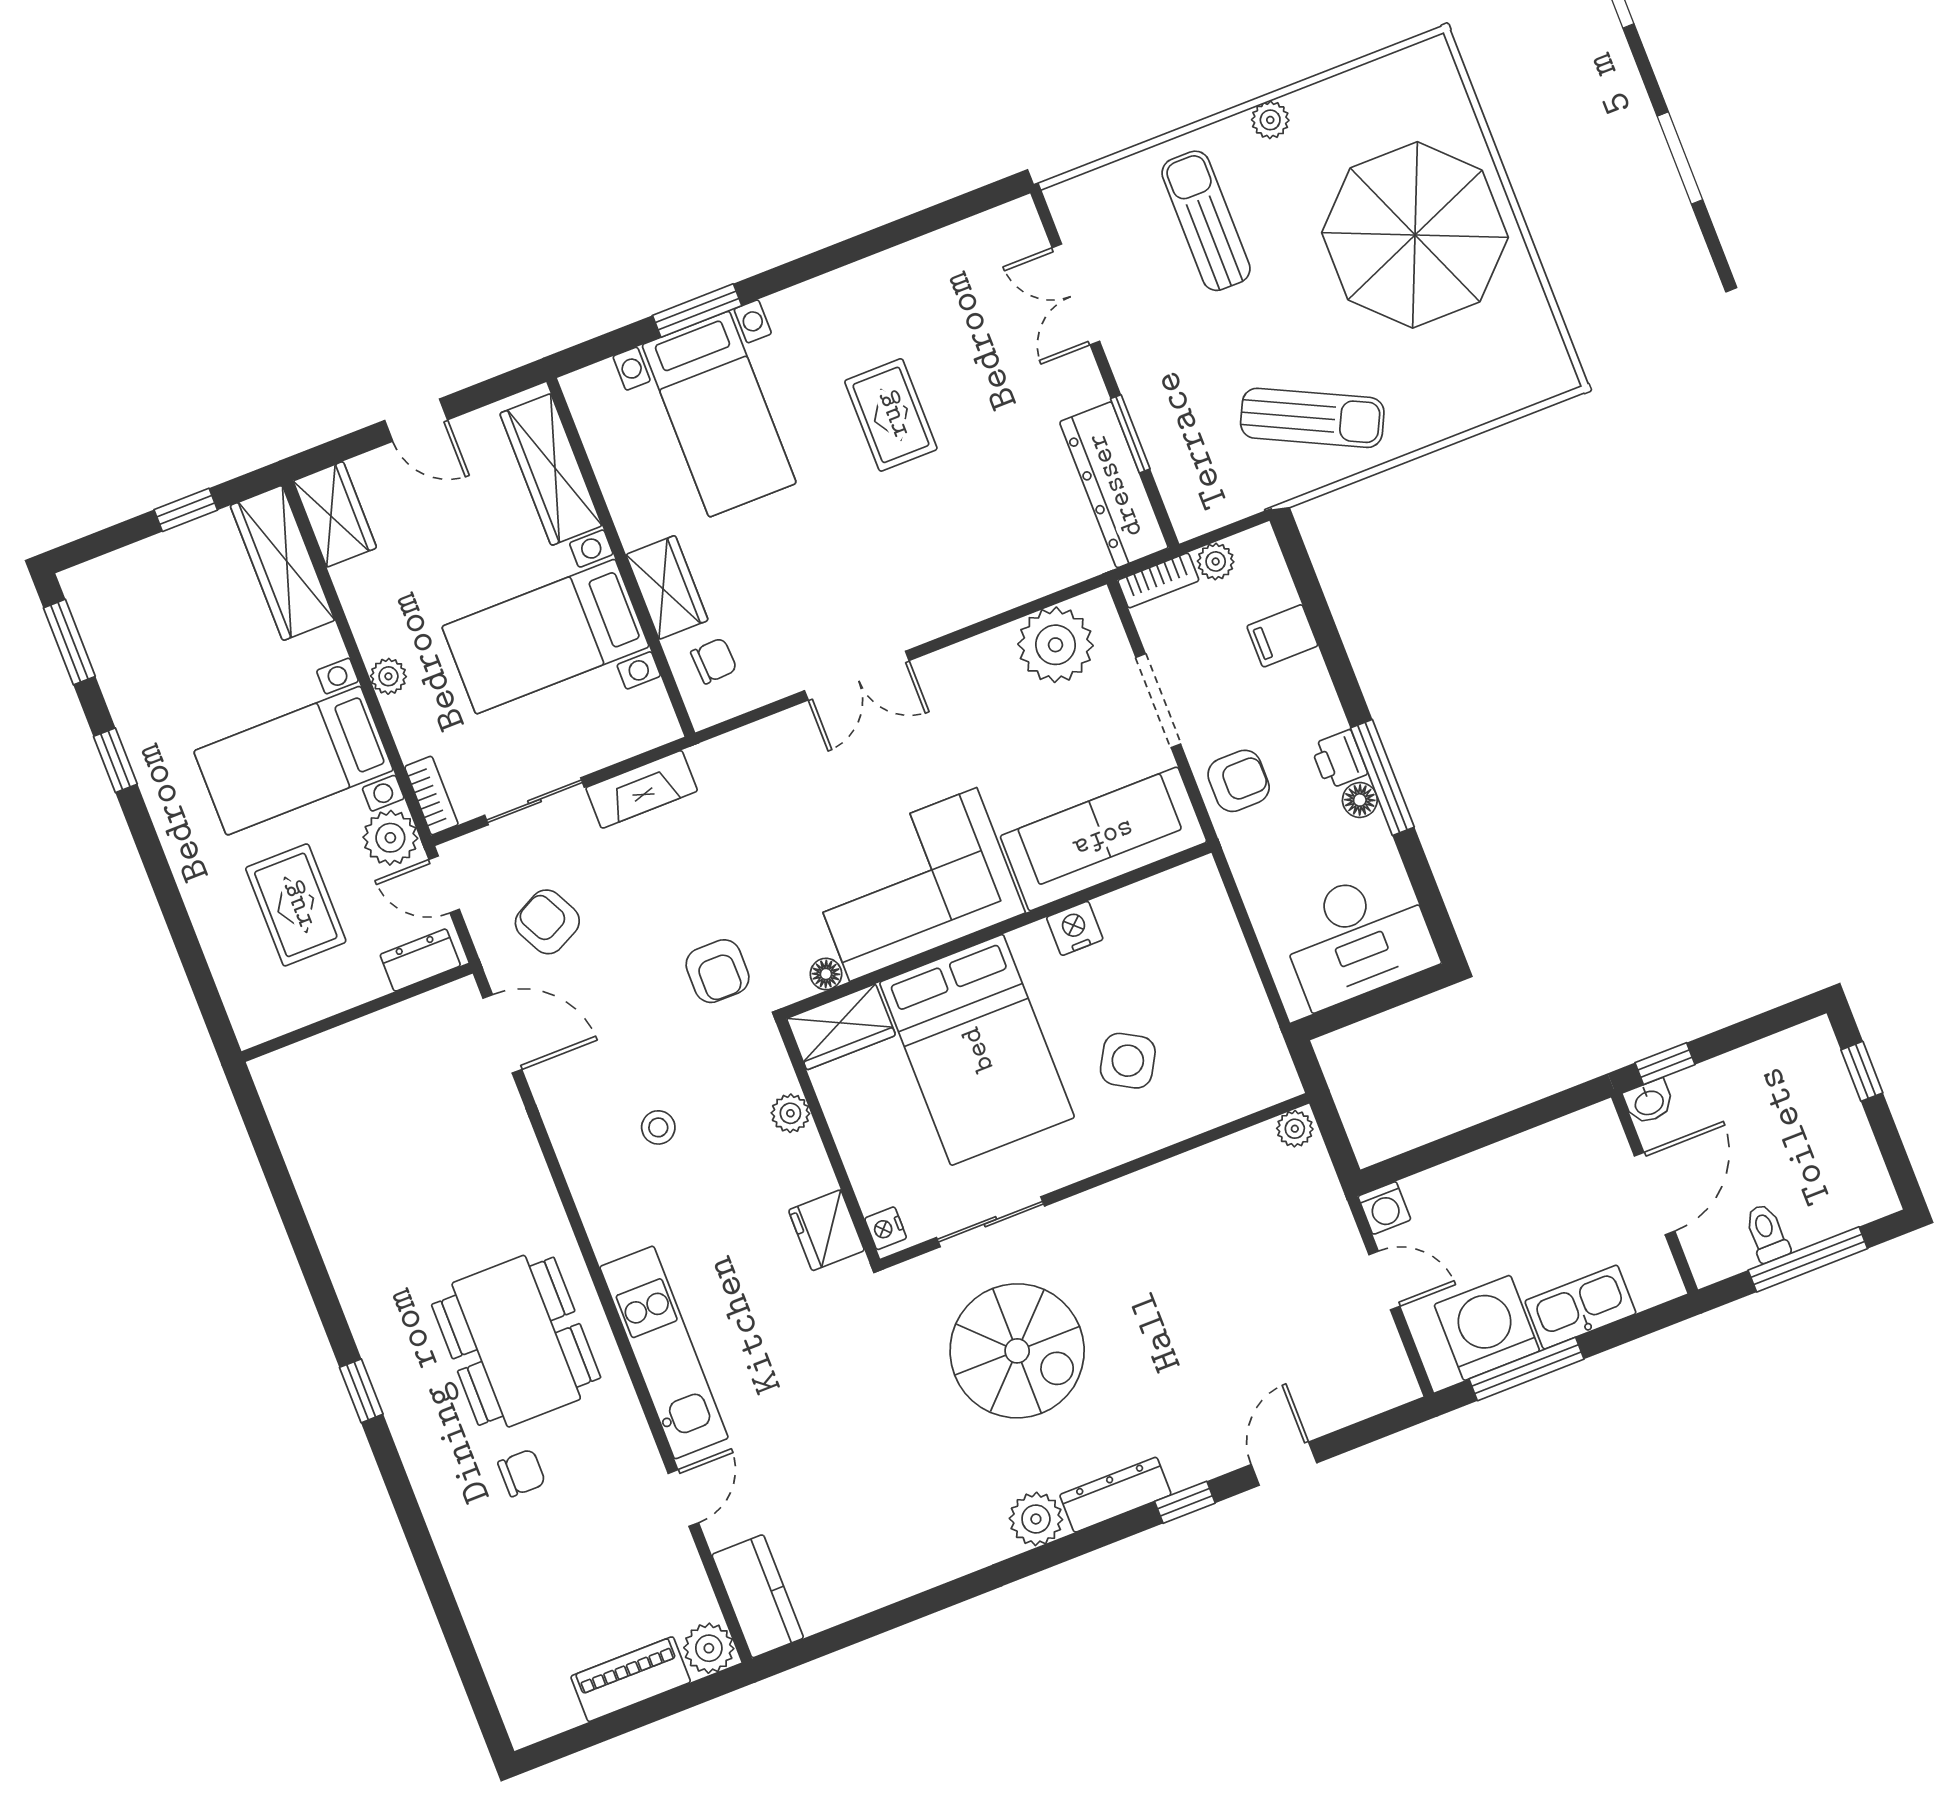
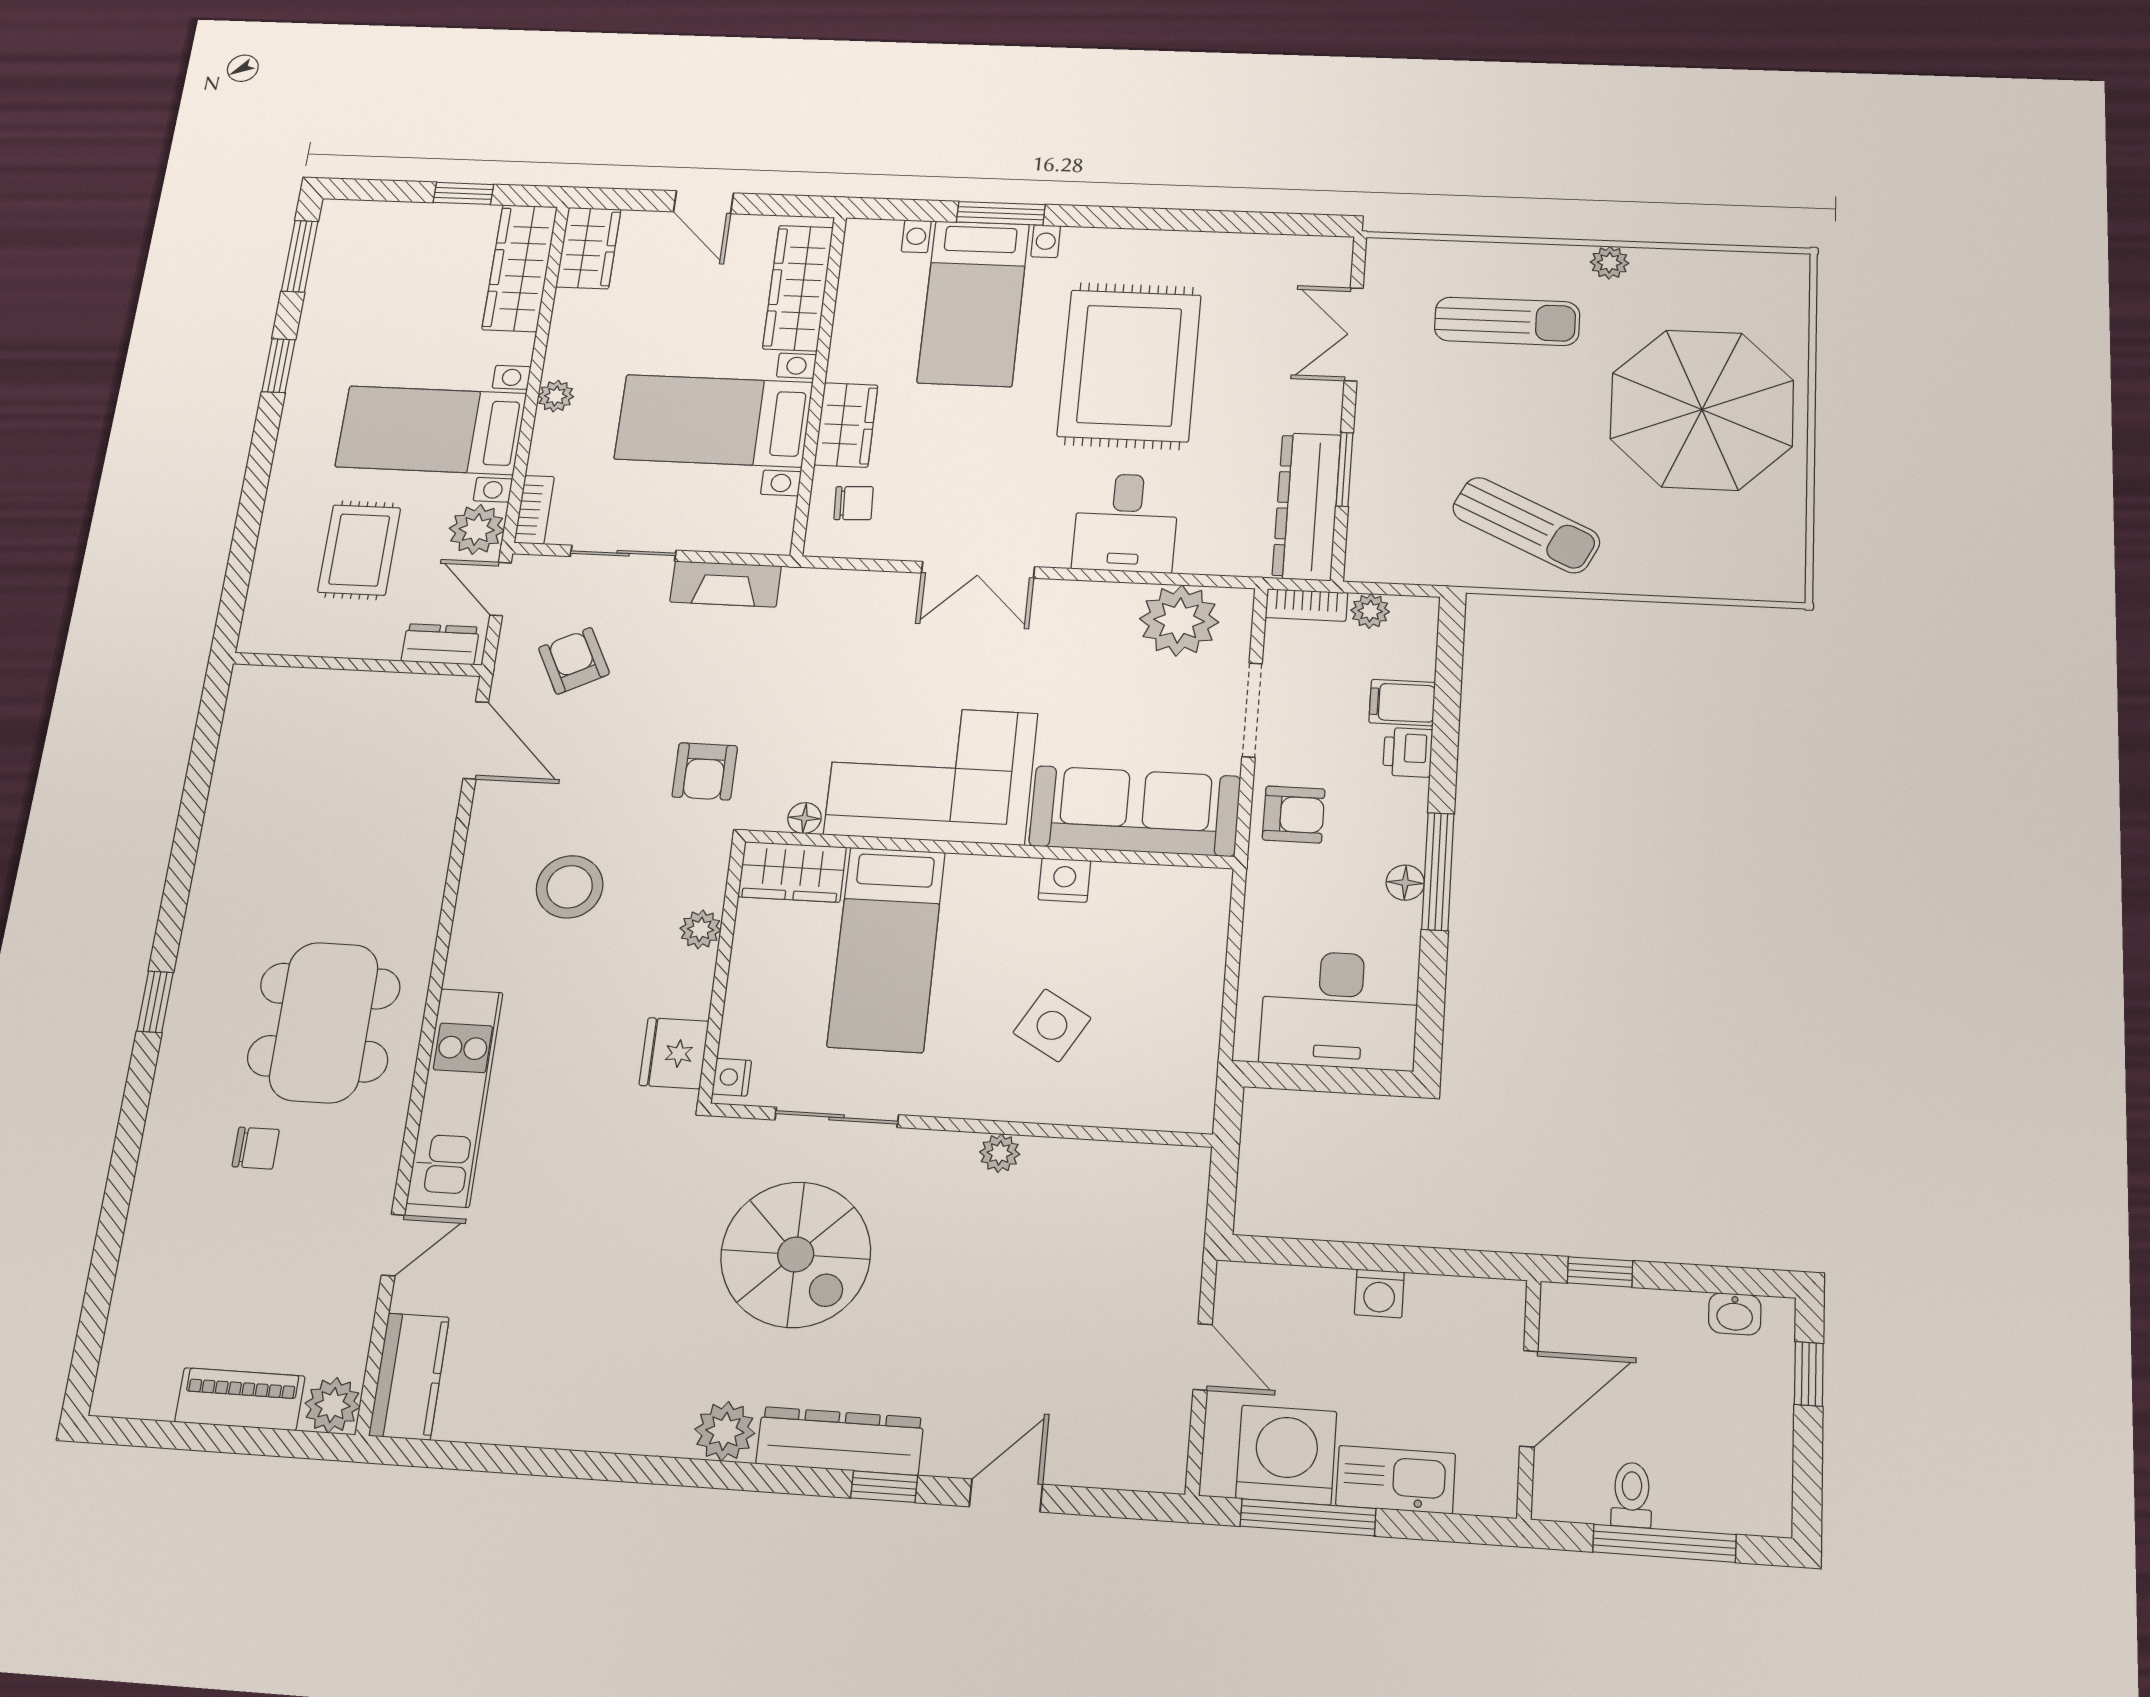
sun lounger: (1206, 221) -> (1507, 321), turned 90
rug: (891, 415) -> (1129, 365), width x1.86, depth x2.06
desk: (964, 572) -> (1126, 523), added
printer: (1339, 759) -> (1408, 752), moved
bed: (977, 1050) -> (886, 949), width x0.67
washbasin: (1649, 1102) -> (1735, 1314), moved
stool: (658, 1127) -> (570, 887), width x1.89, depth x1.89
plant: (1295, 1129) -> (1000, 1153), moved
washing machine: (1384, 1208) -> (1379, 1293), moved
dresser: (1115, 1495) -> (840, 1441), width x1.37, depth x1.24

